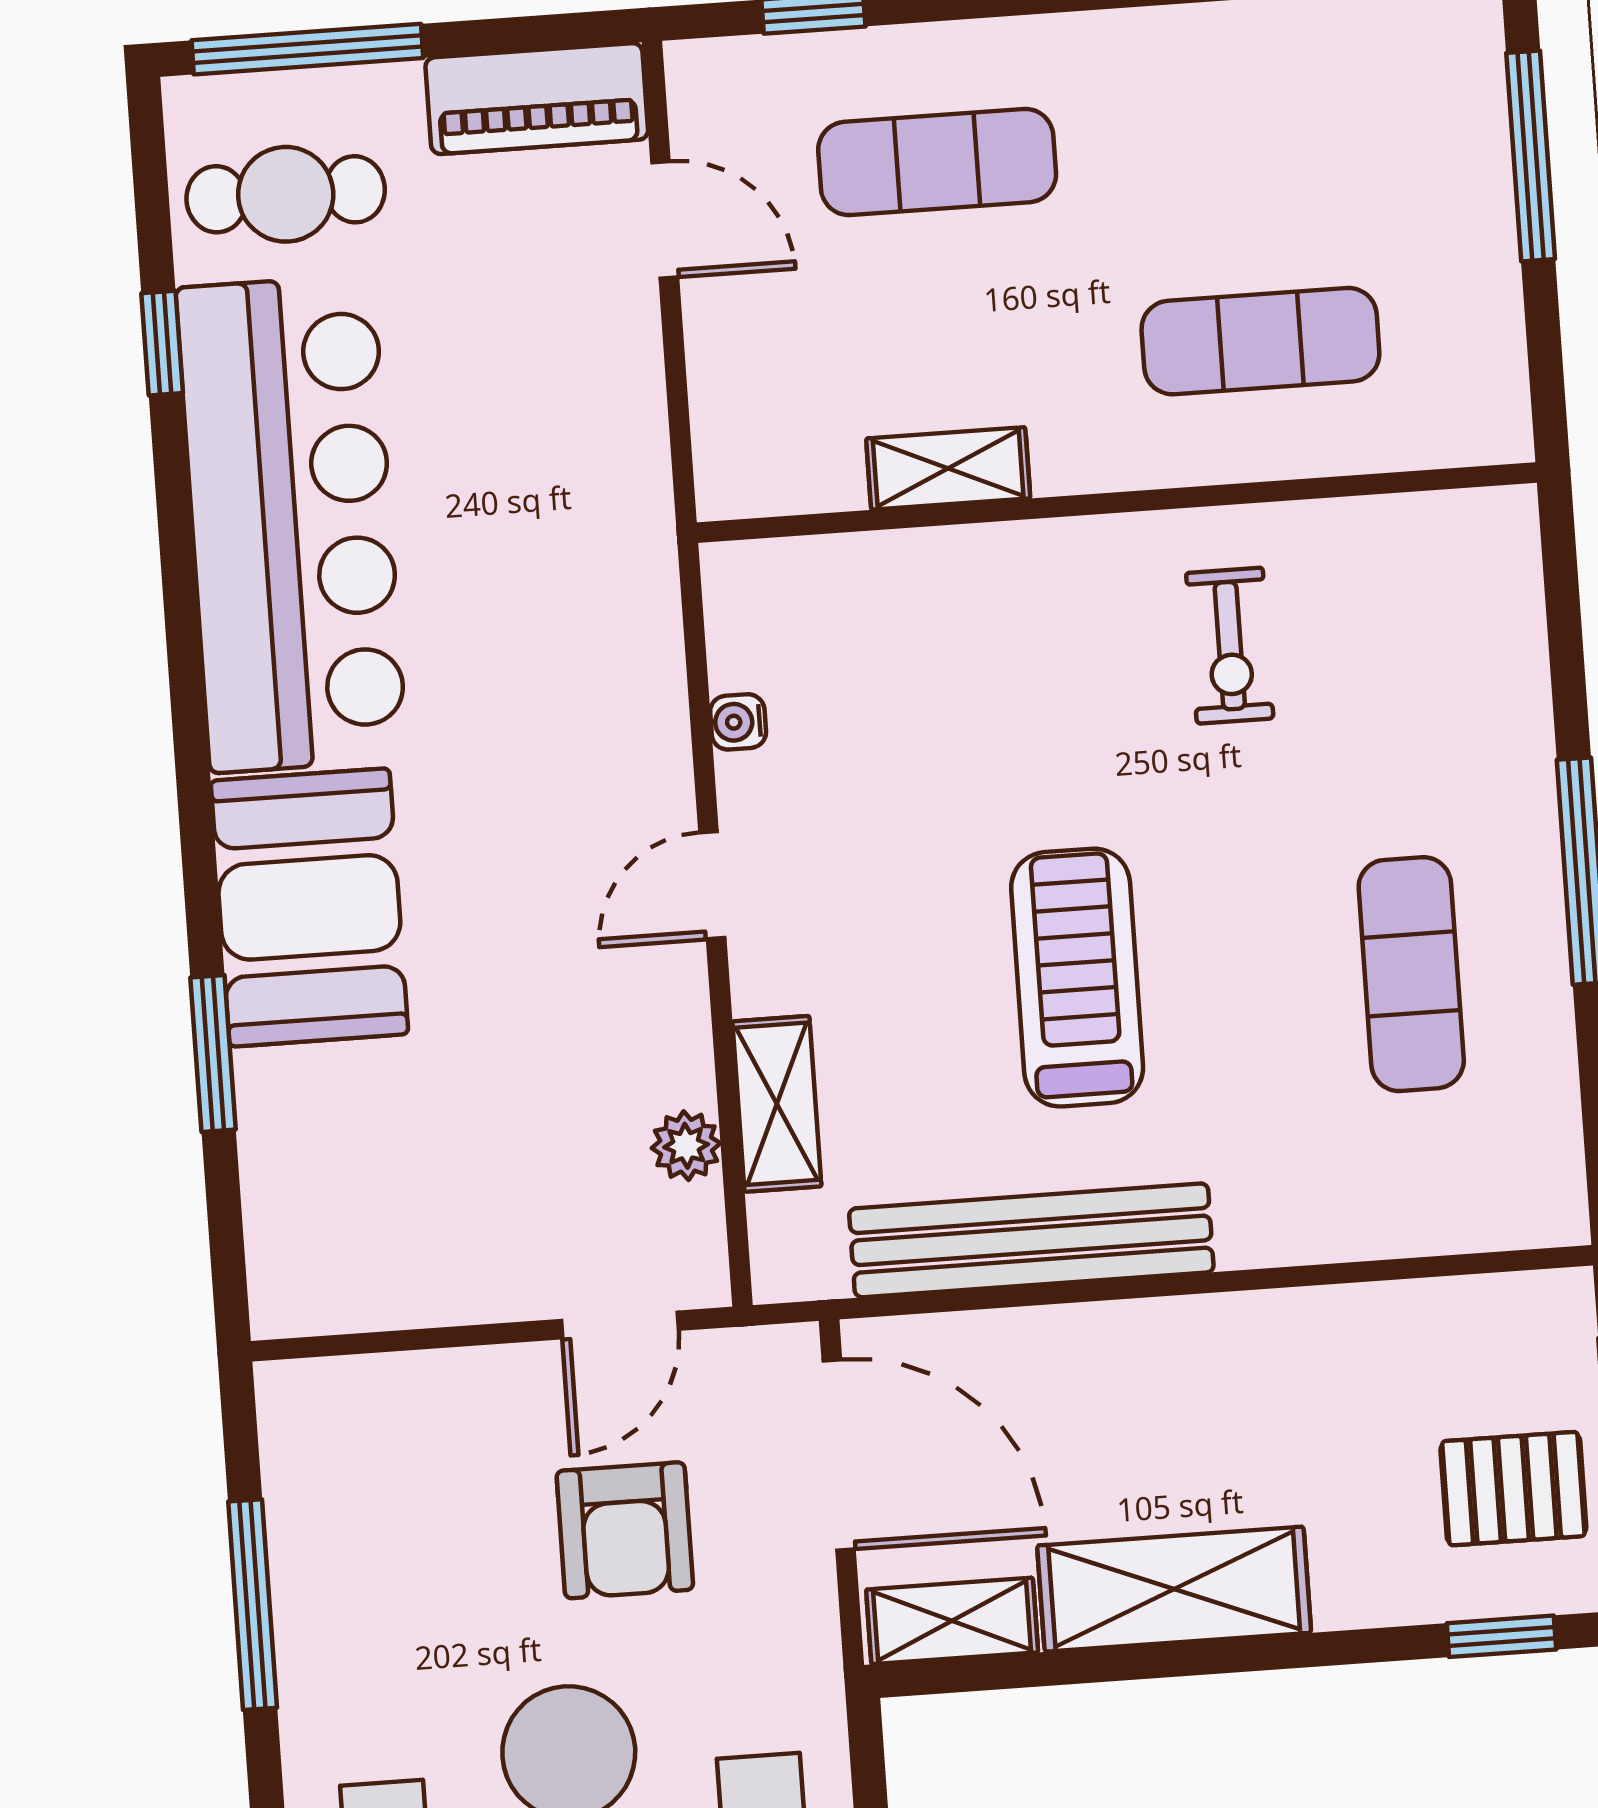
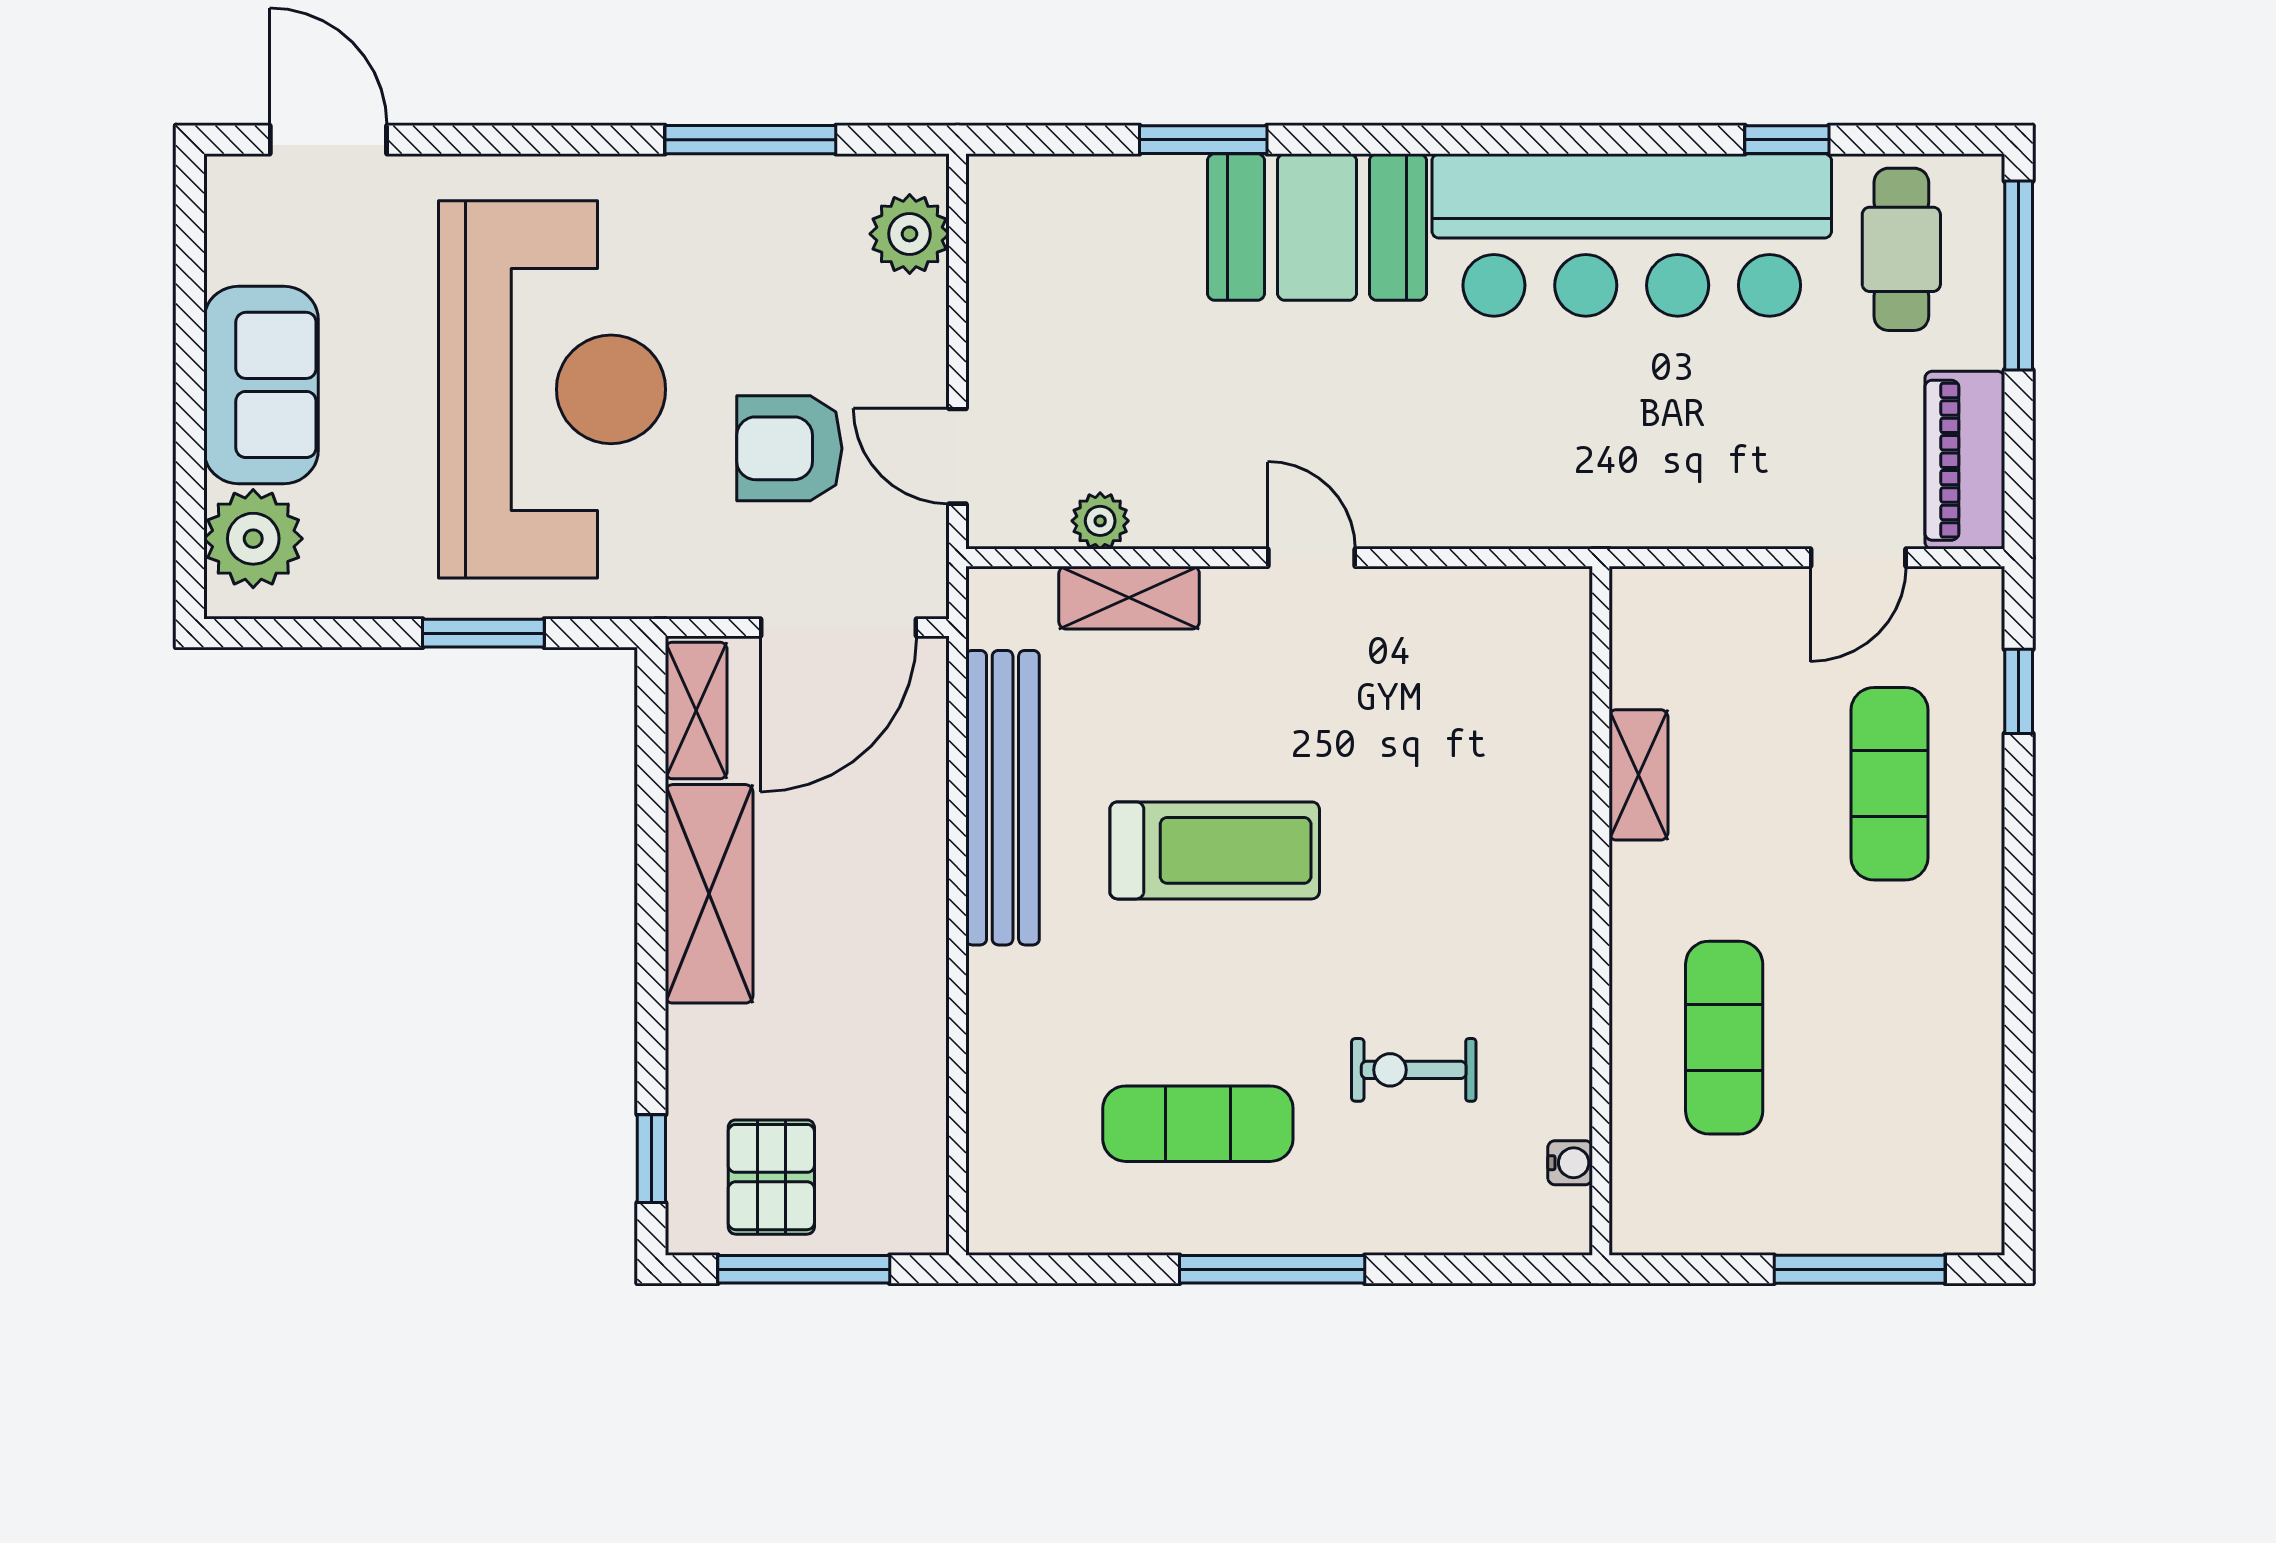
exercise bike: (1230, 646) -> (1414, 1070), moved
water cooler: (738, 722) -> (1570, 1163), moved, turned 90
plant: (353, 1403) -> (910, 234), added

